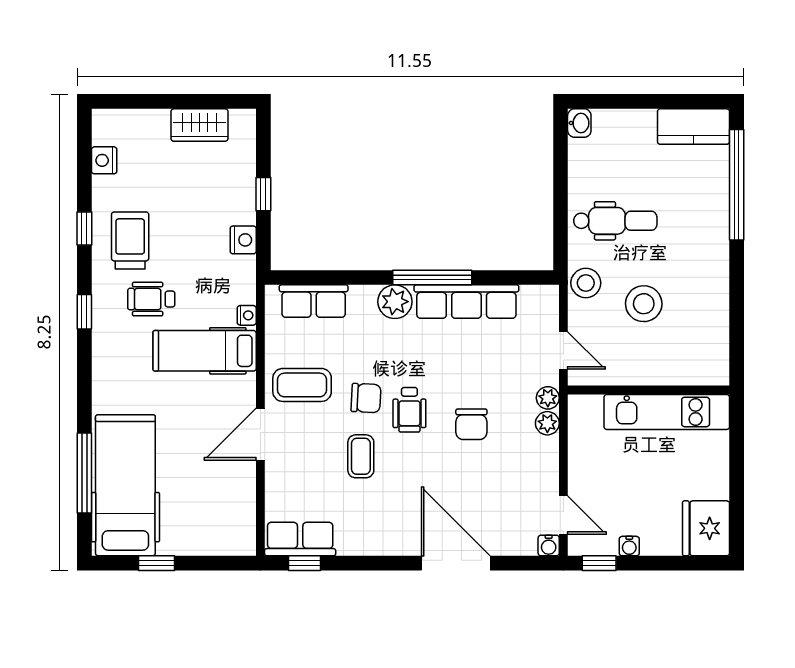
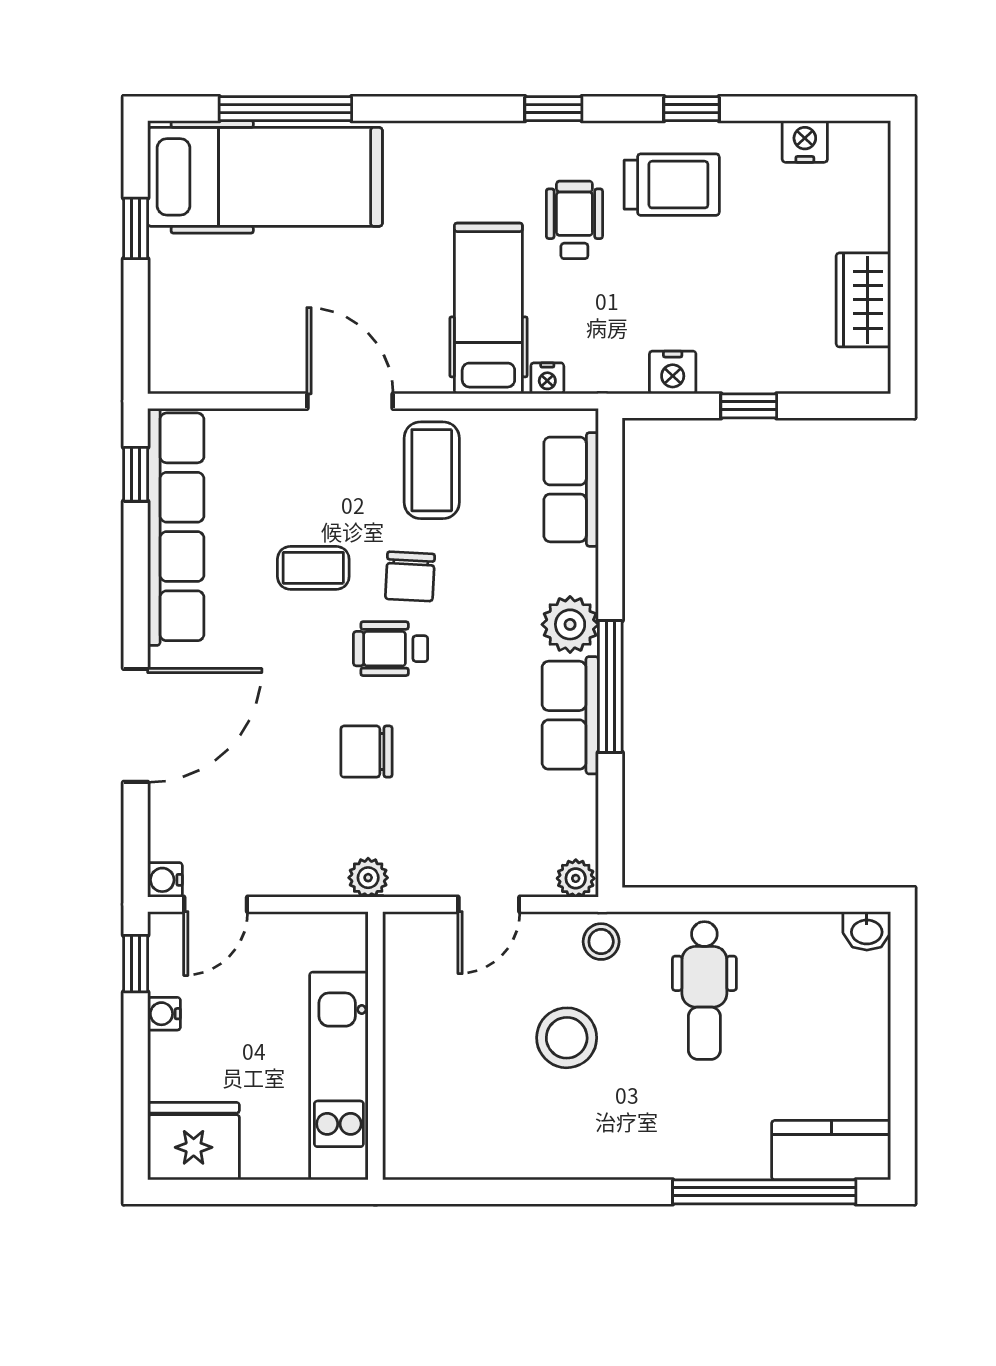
kitchen counter: (694, 127) -> (831, 1150), moved, turned 90
stool: (586, 283) -> (601, 942), width x0.73, depth x0.73
row of seats: (466, 302) -> (570, 715), width x0.68
wall: (649, 390) -> (375, 1046), moved
plant: (548, 398) -> (576, 878), moved
kitchen unit: (667, 412) -> (339, 1076), moved
row of seats: (300, 539) -> (176, 527), width x2.02

